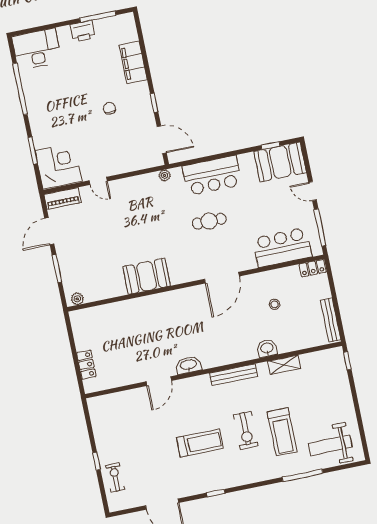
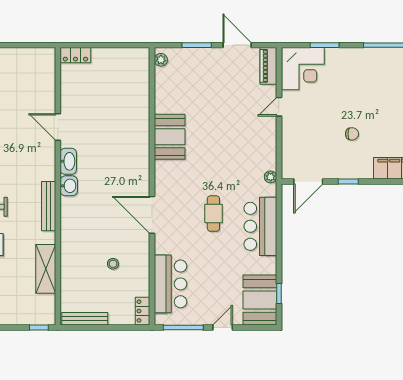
washbasin: (267, 348) -> (69, 186), moved
locker: (86, 365) -> (75, 55), moved
shelving: (284, 365) -> (46, 269), width x1.50, depth x1.33

